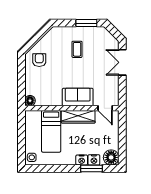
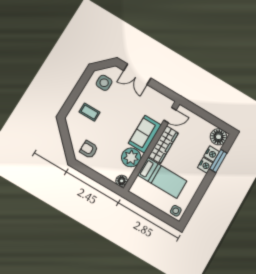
window: (86, 23) -> (81, 85), removed
side table: (99, 40) -> (104, 83), added
coffee table: (77, 49) -> (90, 112), moved
plant: (53, 97) -> (131, 157), added

